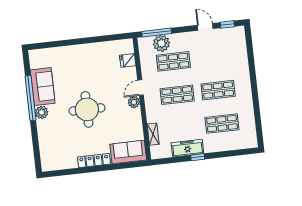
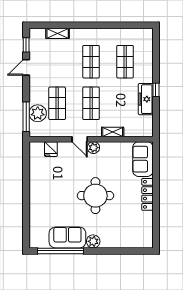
shelving: (242, 54) -> (58, 33), added
window: (31, 98) -> (61, 251), moved
shelving: (153, 134) -> (113, 132), moved

